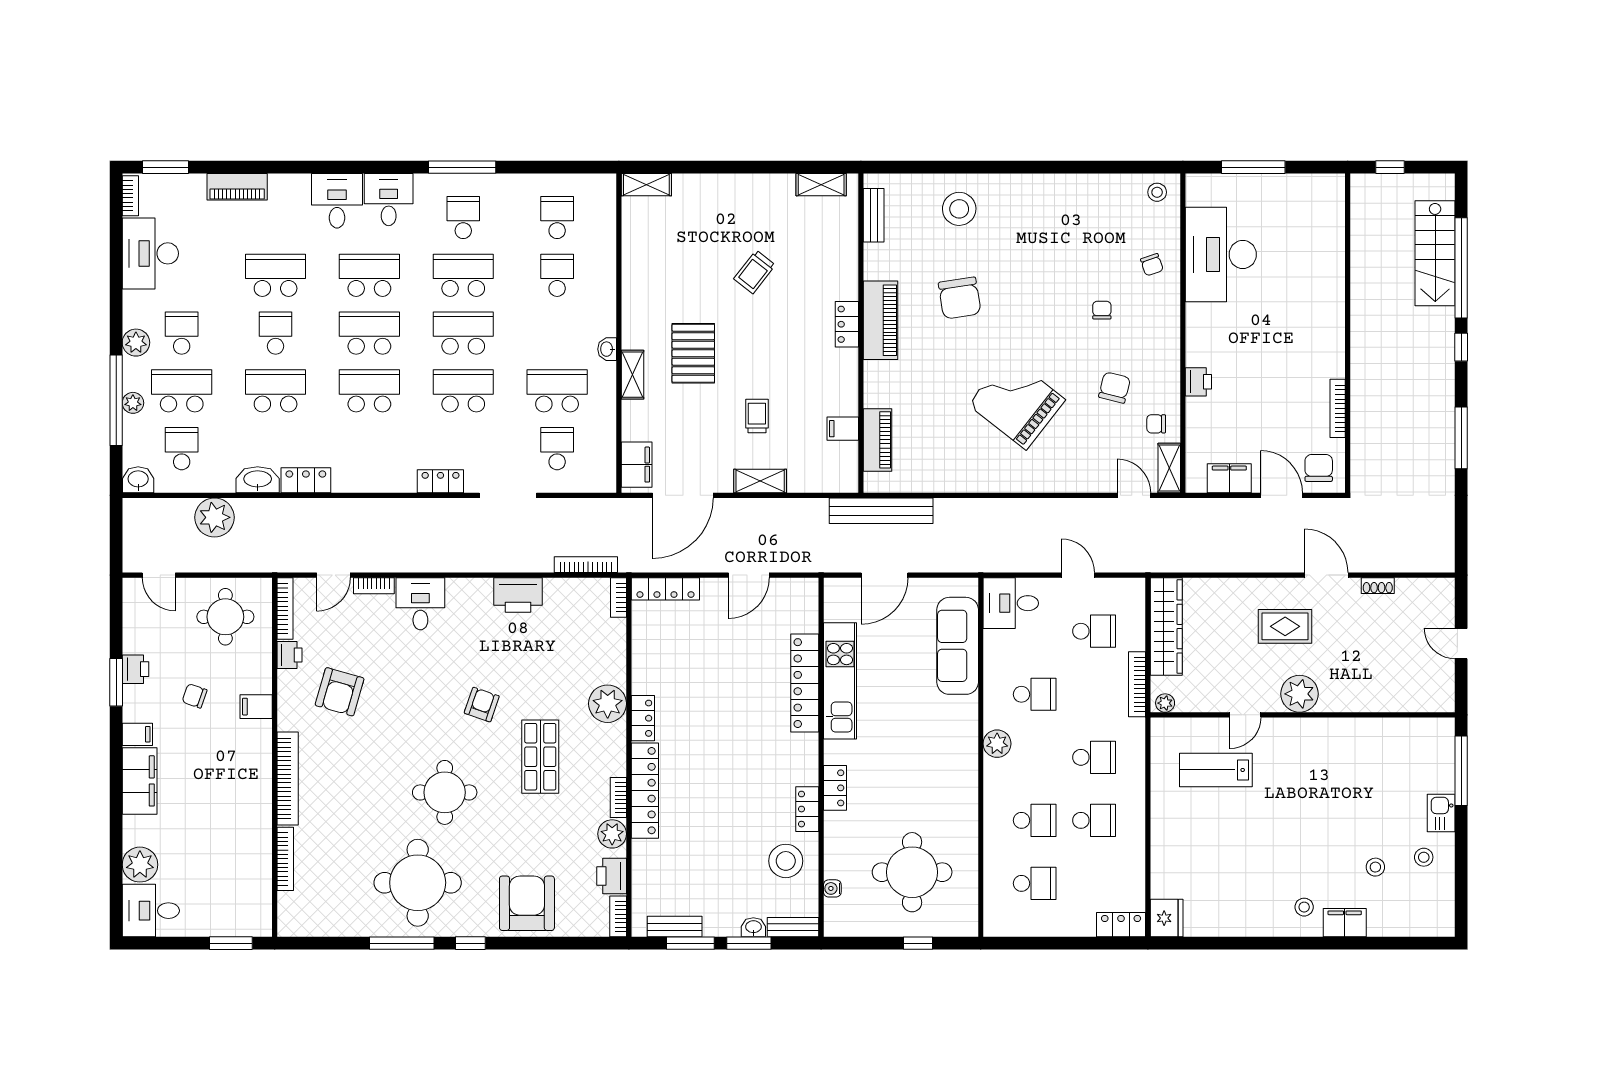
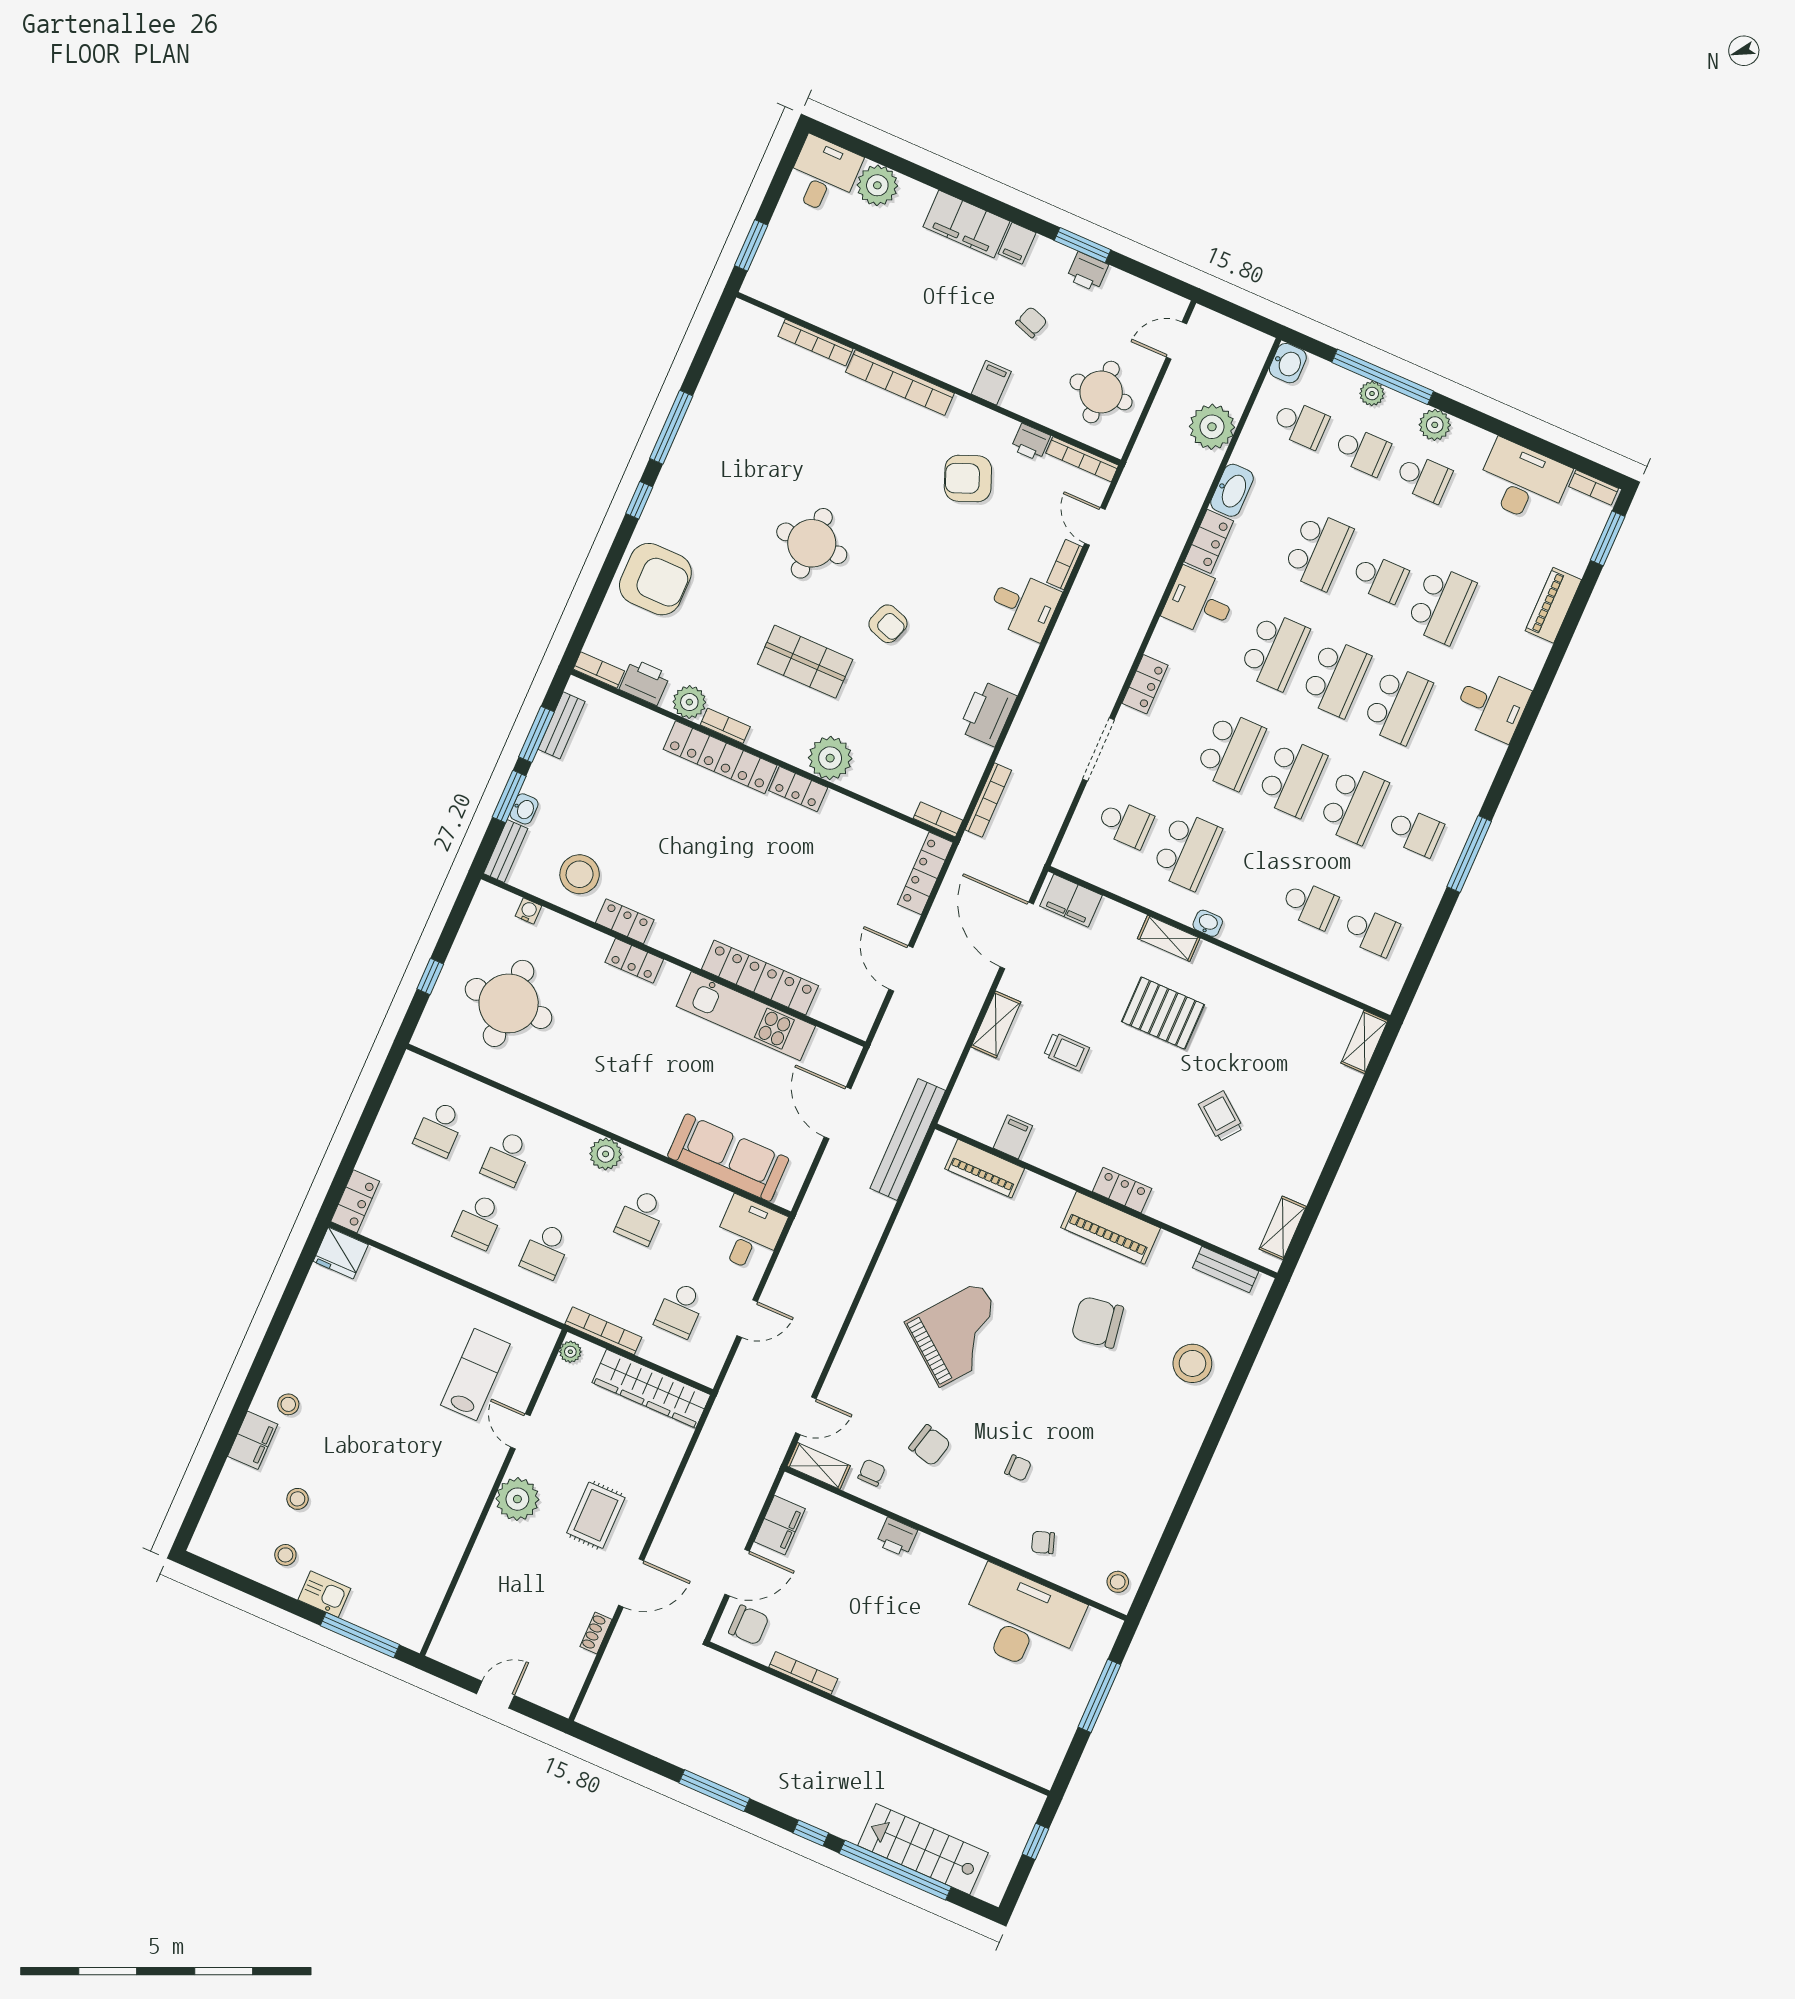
desk: (389, 200) -> (1199, 602), moved, turned 180
school desk: (182, 391) -> (1362, 451), width x0.54
armchair: (340, 692) -> (968, 478), turned -38
round table: (418, 883) -> (728, 472), removed

